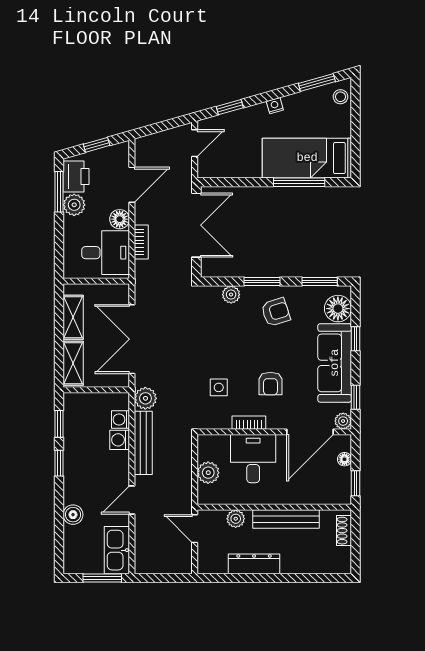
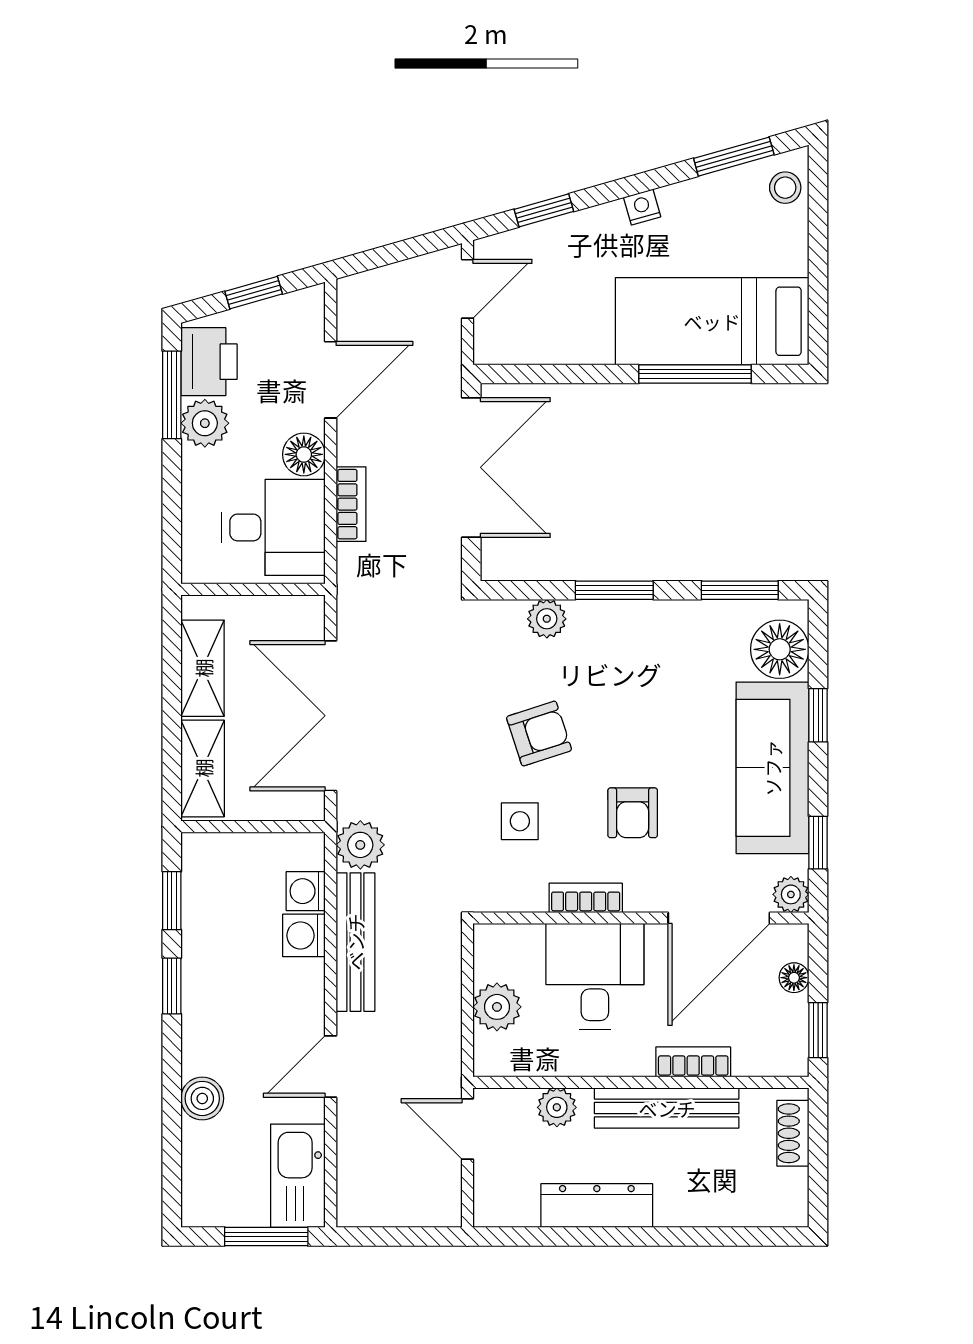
armchair: (276, 312) -> (539, 734), moved
bookcase: (298, 498) -> (693, 1062), added

